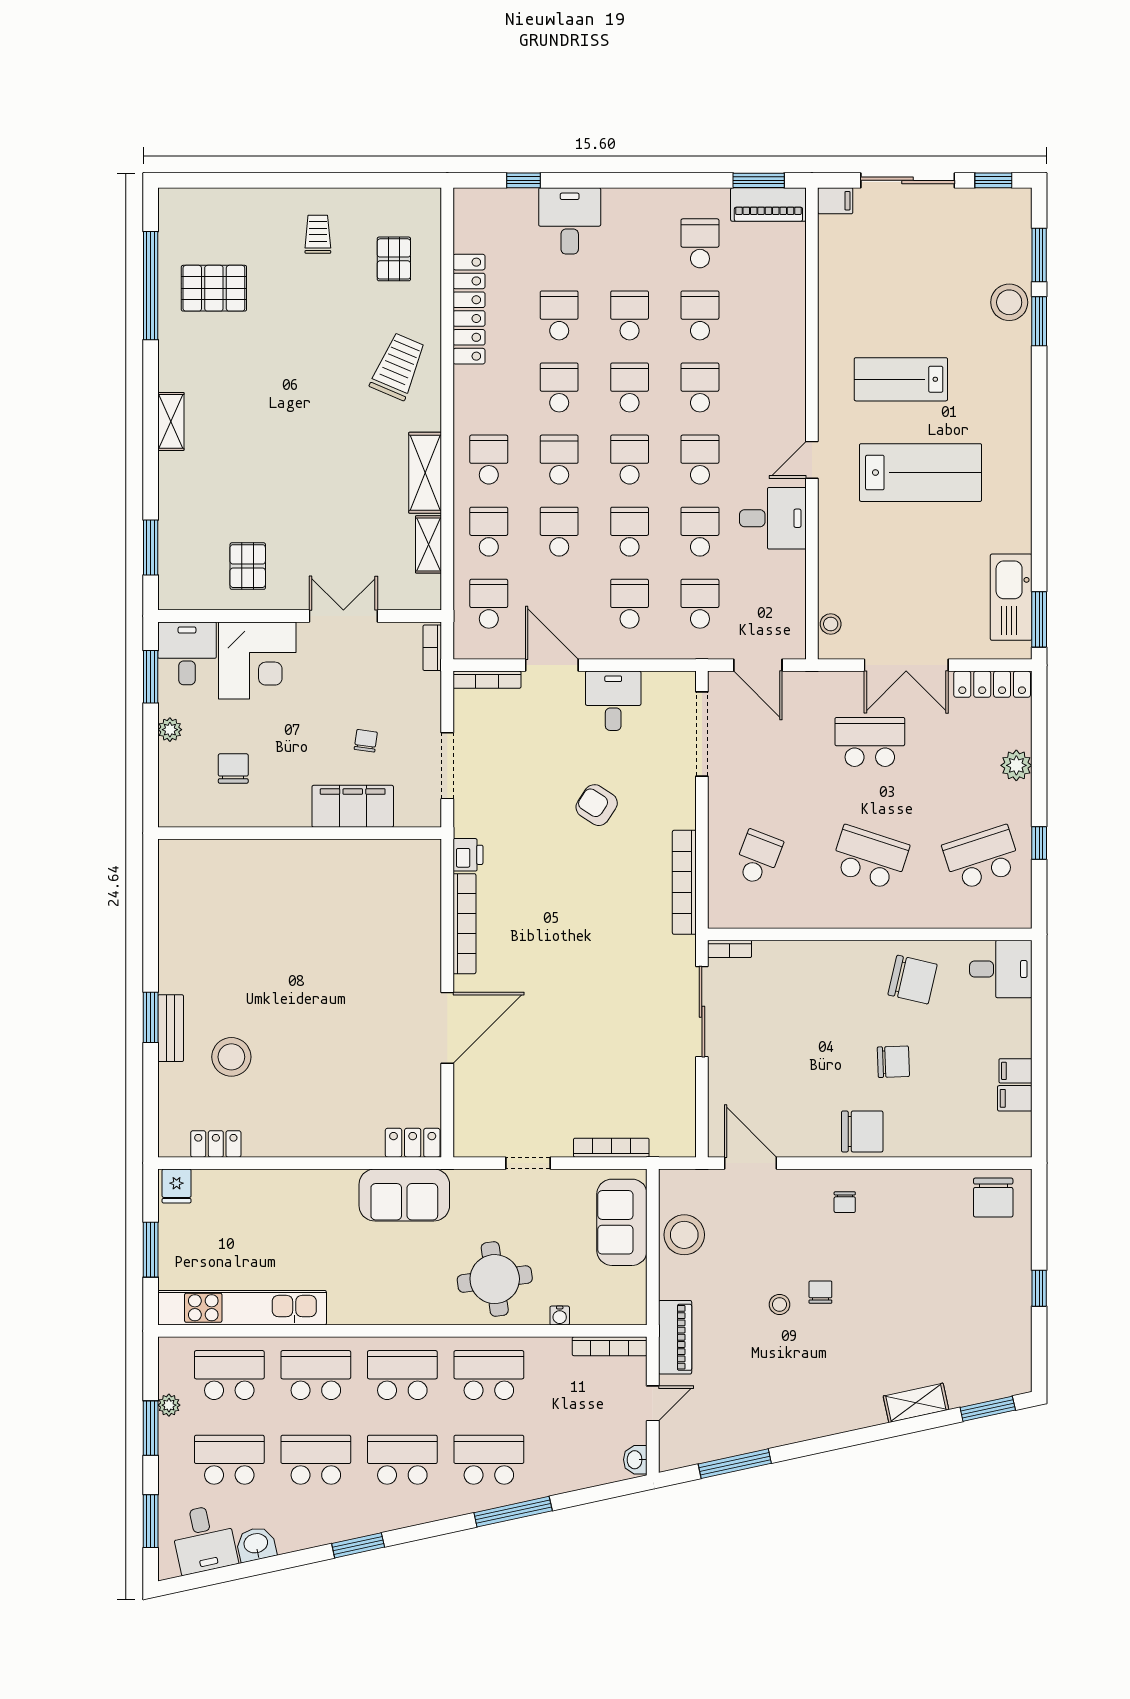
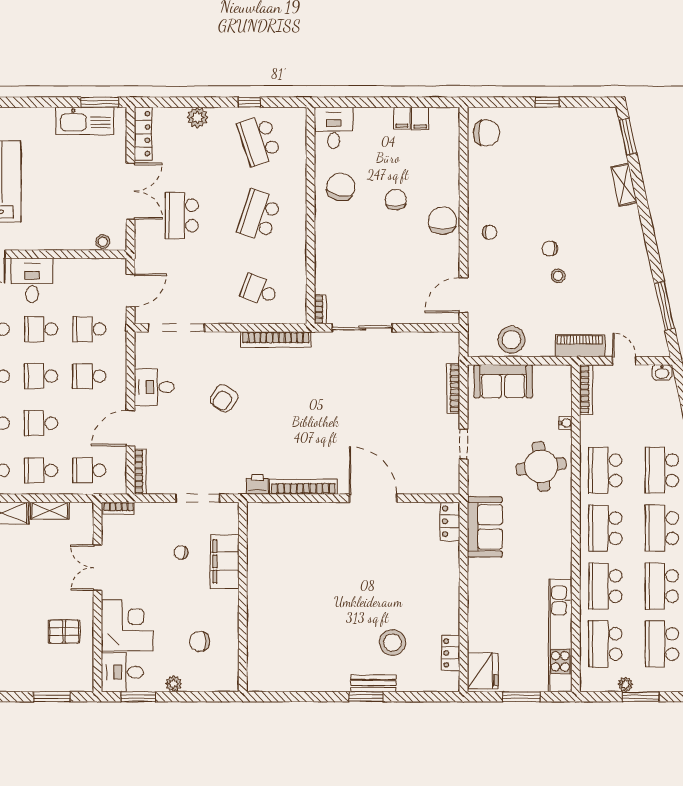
fridge: (177, 1186) -> (483, 671), width x1.88, depth x1.34

